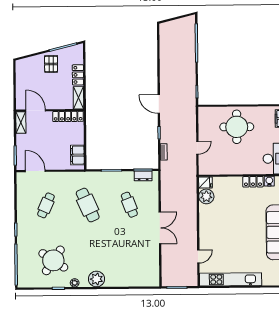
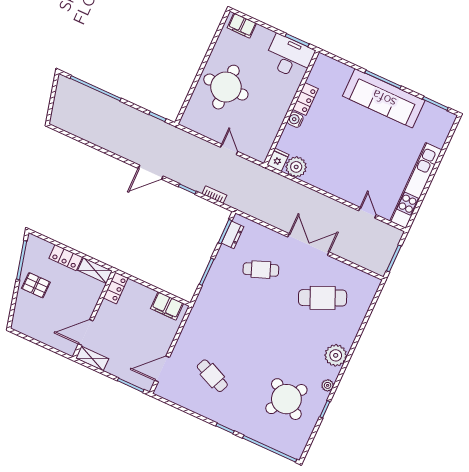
locker: (68, 116) -> (116, 288), width x0.66
water cooler: (269, 181) -> (295, 120), moved
cafe table: (88, 205) -> (323, 298), moved

